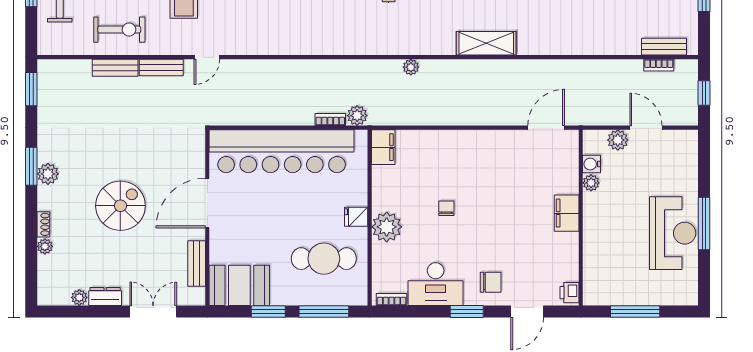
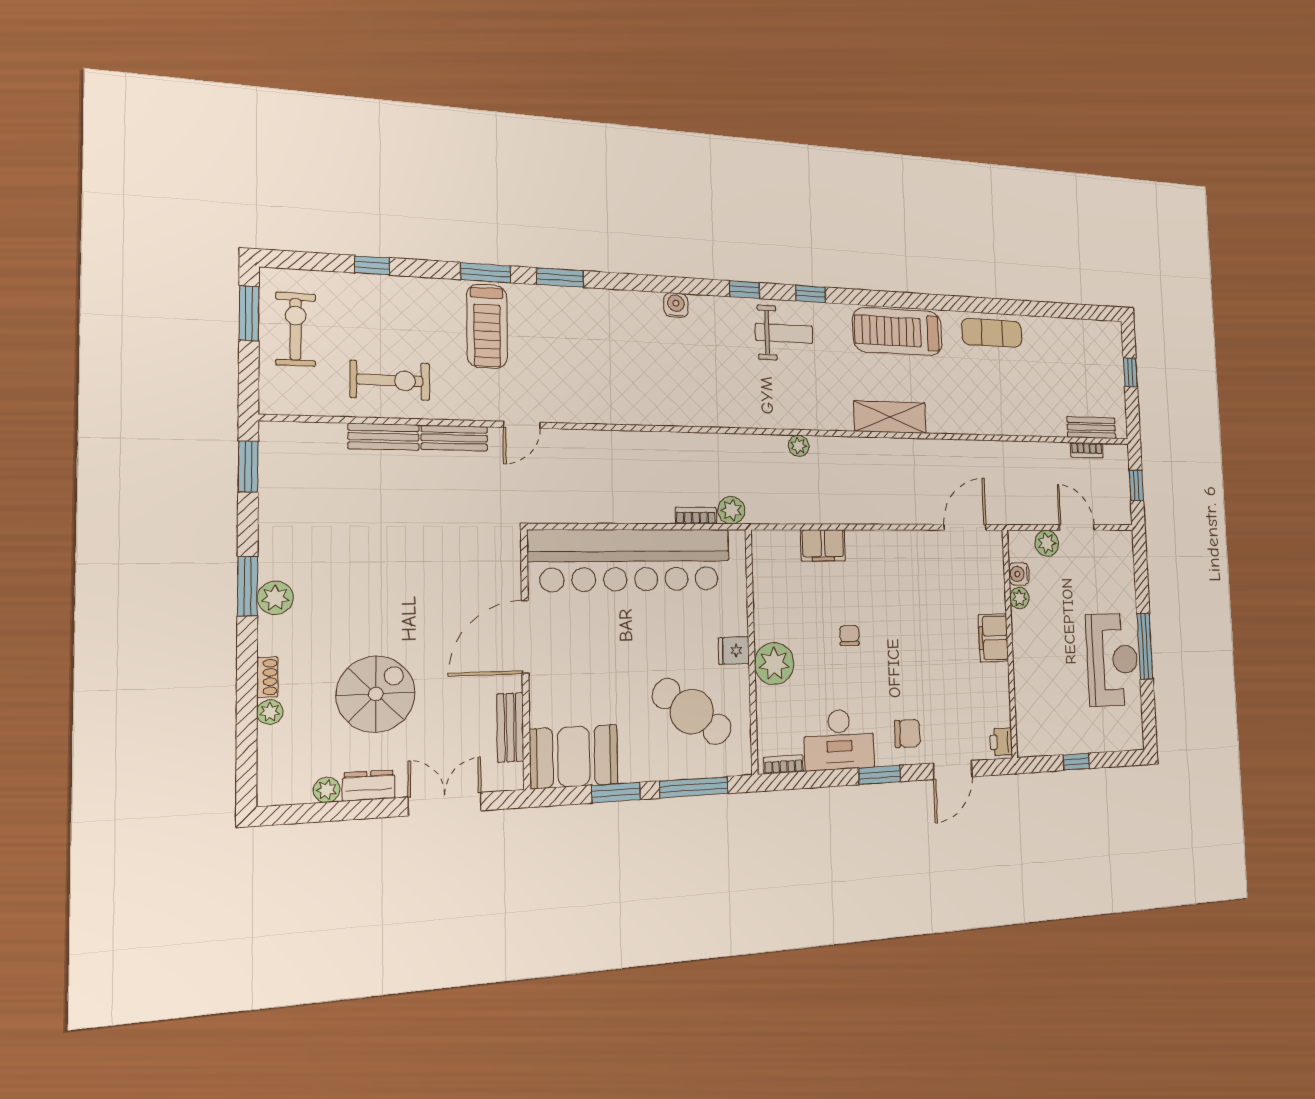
filing cabinet: (383, 147) -> (823, 545), moved, turned 90
spiral stairs: (120, 206) -> (376, 694), moved
cafe table: (324, 259) -> (692, 712), turned 36
window: (635, 311) -> (1076, 762), width x0.46

